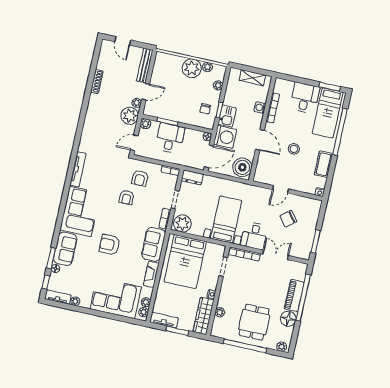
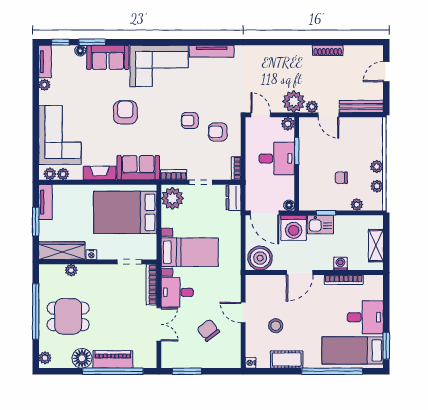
plant: (192, 68) -> (377, 166), width x0.53, depth x0.53
chair: (205, 109) -> (341, 178), moved
stool: (294, 149) -> (276, 326), moved

